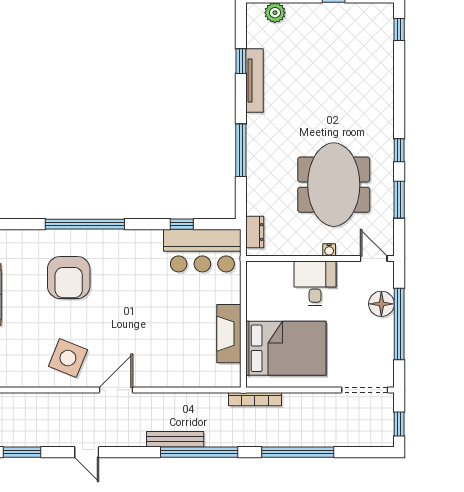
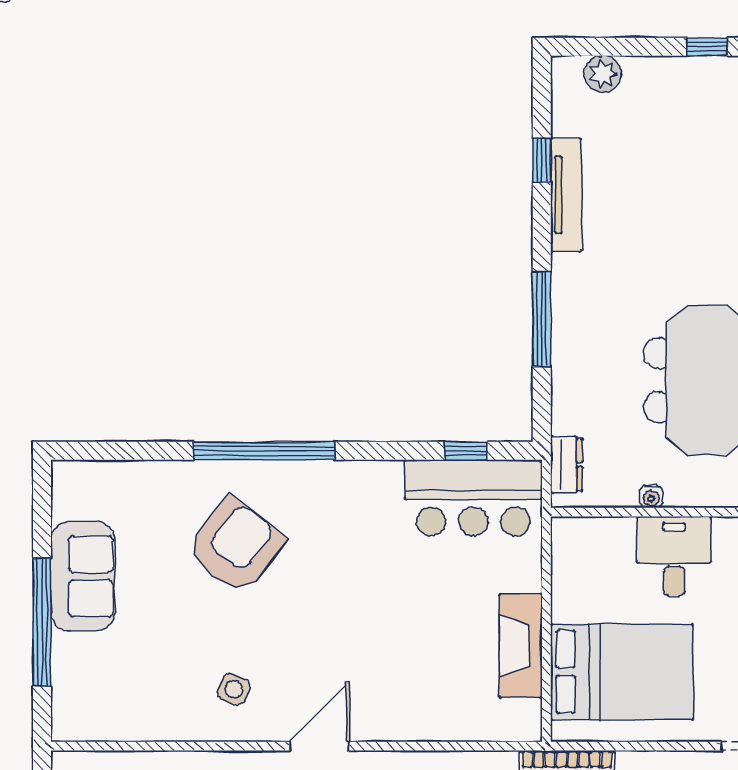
window: (182, 224) -> (466, 451), moved
water cooler: (329, 250) -> (651, 497), moved
armchair: (69, 278) -> (235, 546), turned -142
side table: (68, 358) -> (234, 689), width x0.54, depth x0.54

